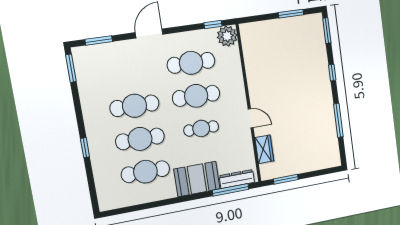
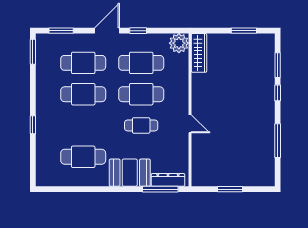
window: (213, 24) -> (138, 31), moved
window: (327, 30) -> (278, 65), moved
cafe table: (140, 139) -> (83, 63), moved
wardrobe: (264, 149) -> (199, 53), moved, width x1.50
window: (286, 179) -> (230, 189), moved

